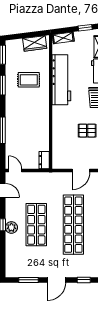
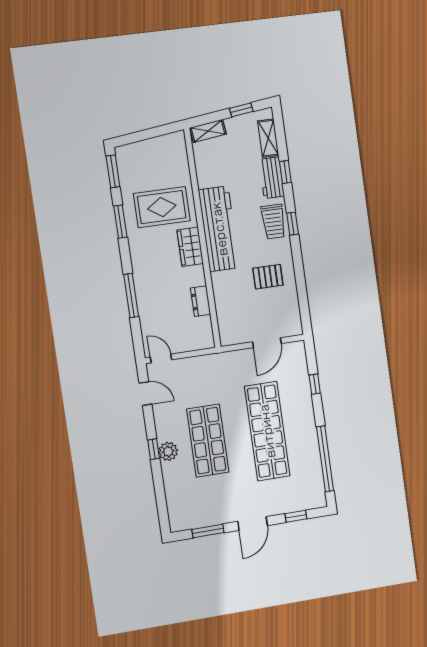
wardrobe: (35, 43) -> (190, 247), moved, turned 97
rug: (29, 80) -> (162, 207), width x1.36, depth x1.43
workbench: (61, 80) -> (219, 229), moved
dresser: (44, 160) -> (201, 301), moved

